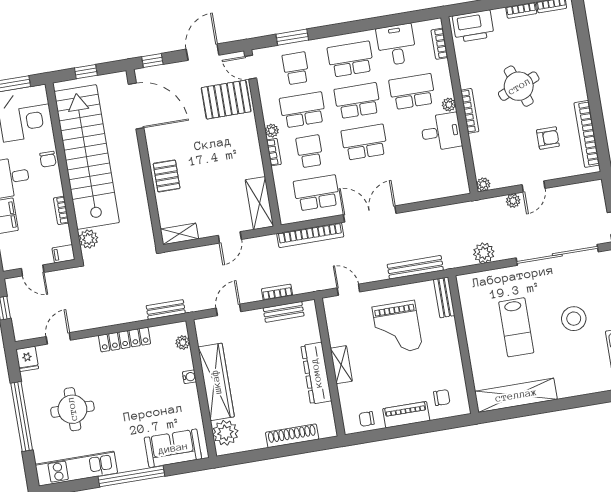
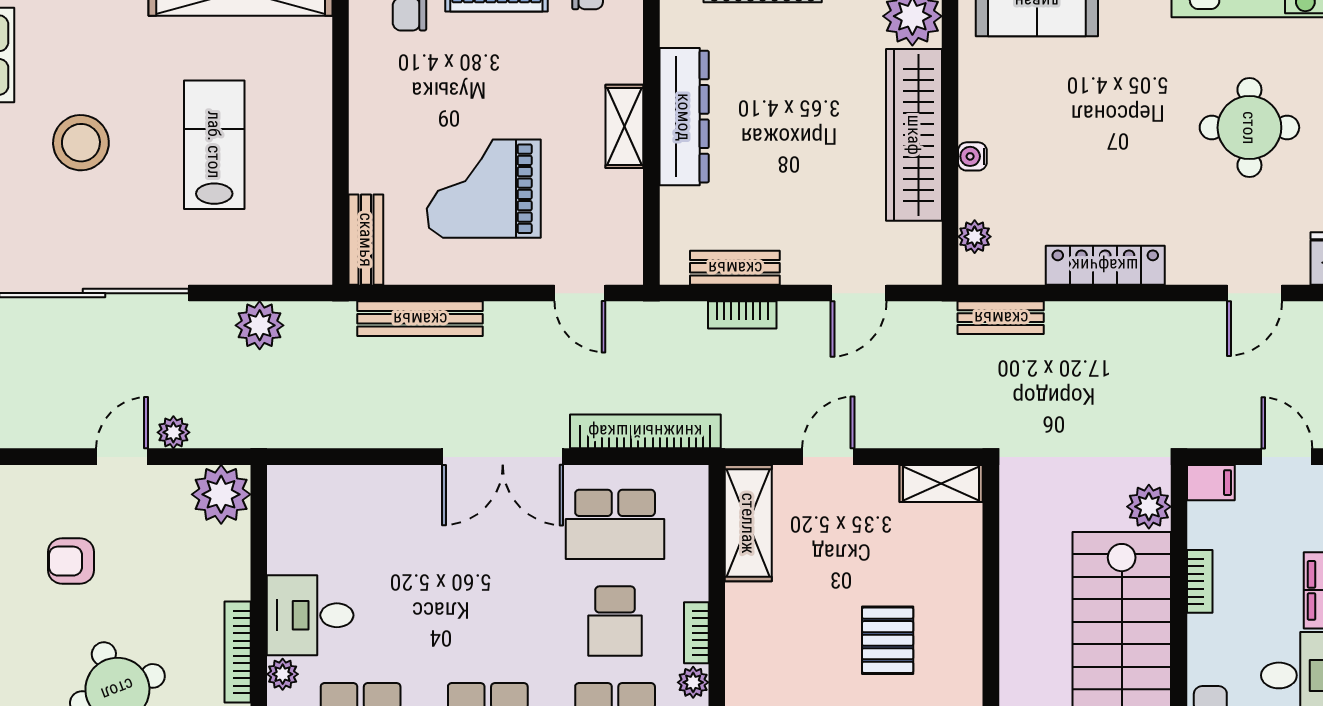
school desk: (364, 142) -> (488, 621), removed
pallet: (167, 176) -> (888, 640), moved
plant: (483, 184) -> (221, 494), width x1.87, depth x1.87
grand piano: (397, 328) -> (484, 189), turned -90

